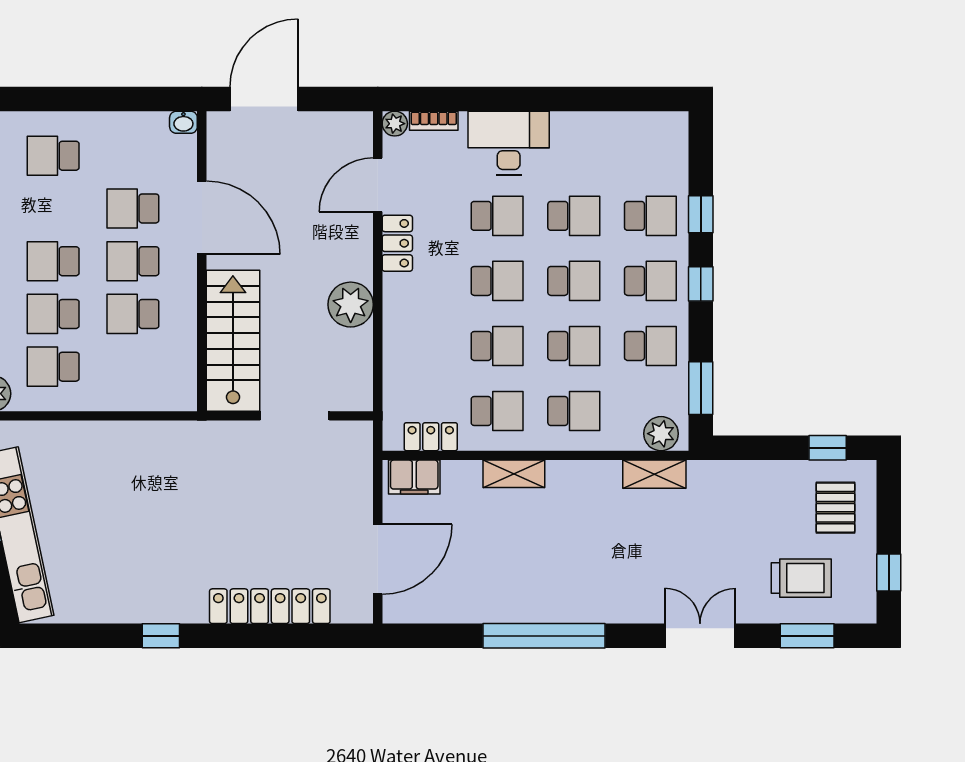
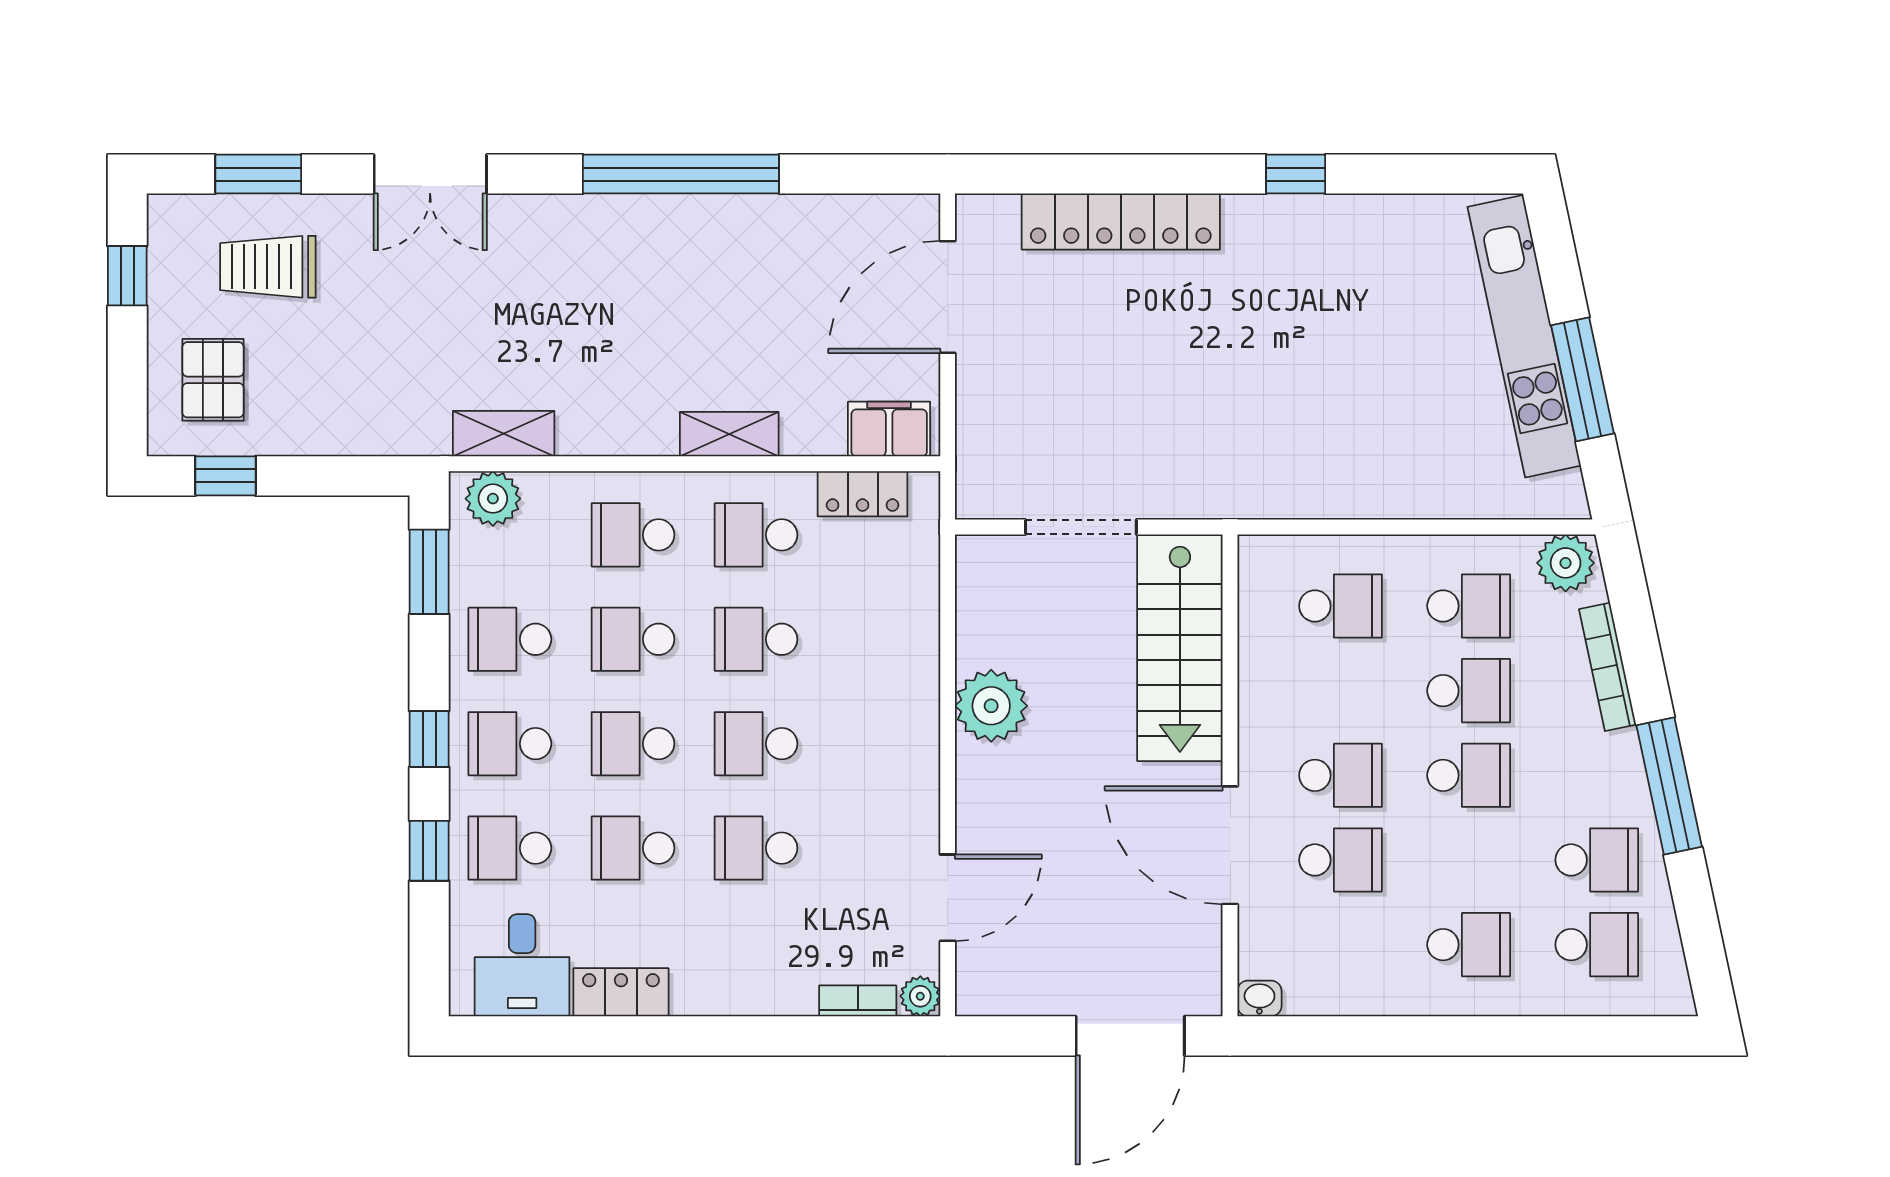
desk: (509, 143) -> (522, 965), moved, width x0.73
locker: (397, 243) -> (621, 992), moved, turned 90
school desk: (133, 314) -> (1341, 606), moved

